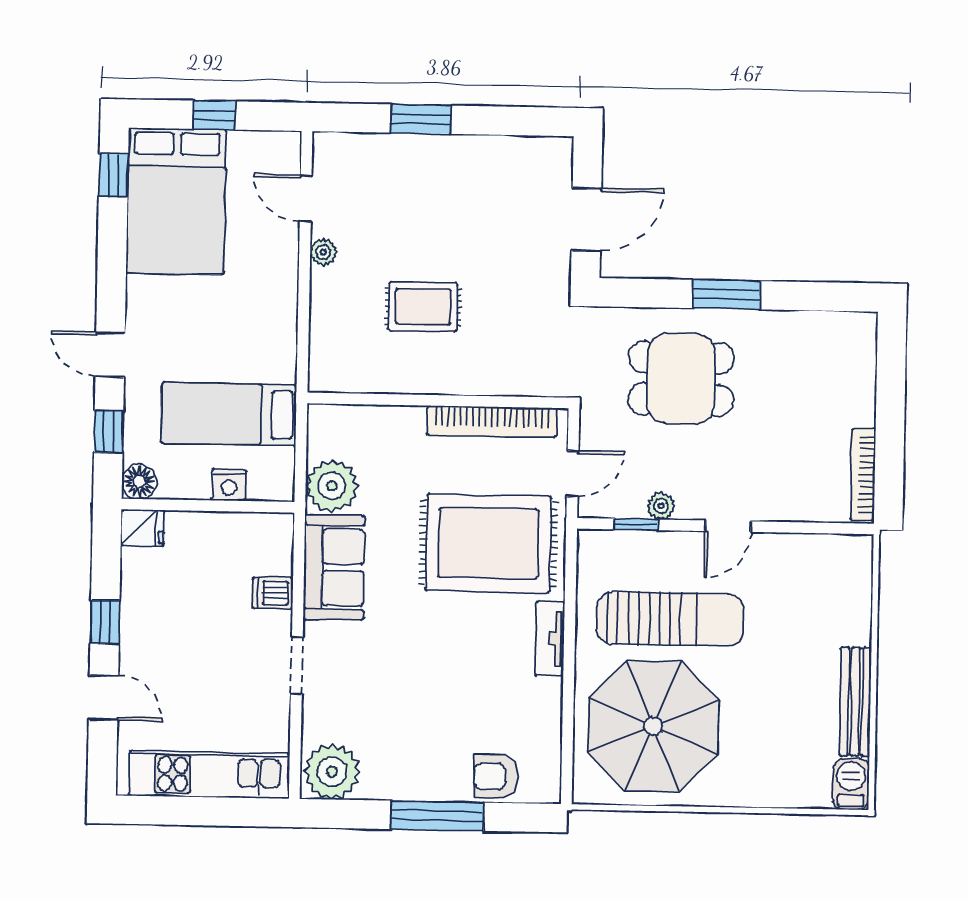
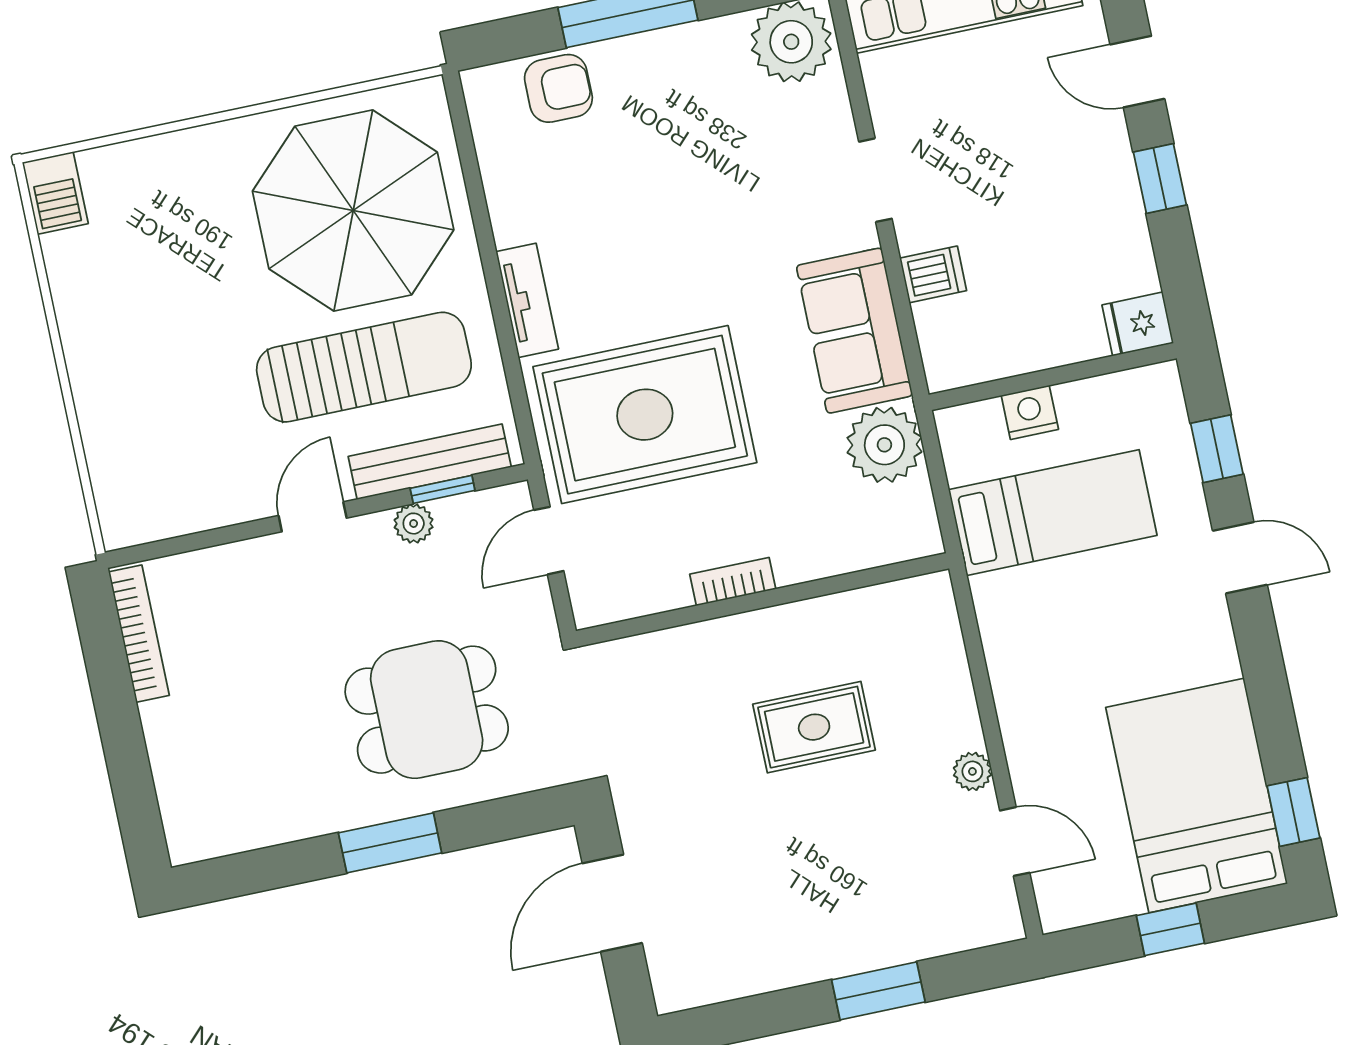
bookcase: (492, 421) -> (733, 582), width x0.43, depth x0.76
floor lamp: (139, 482) -> (1157, 388), removed
sun lounger: (670, 619) -> (364, 367), turned 180
bench: (855, 702) -> (430, 462), moved, turned 90

